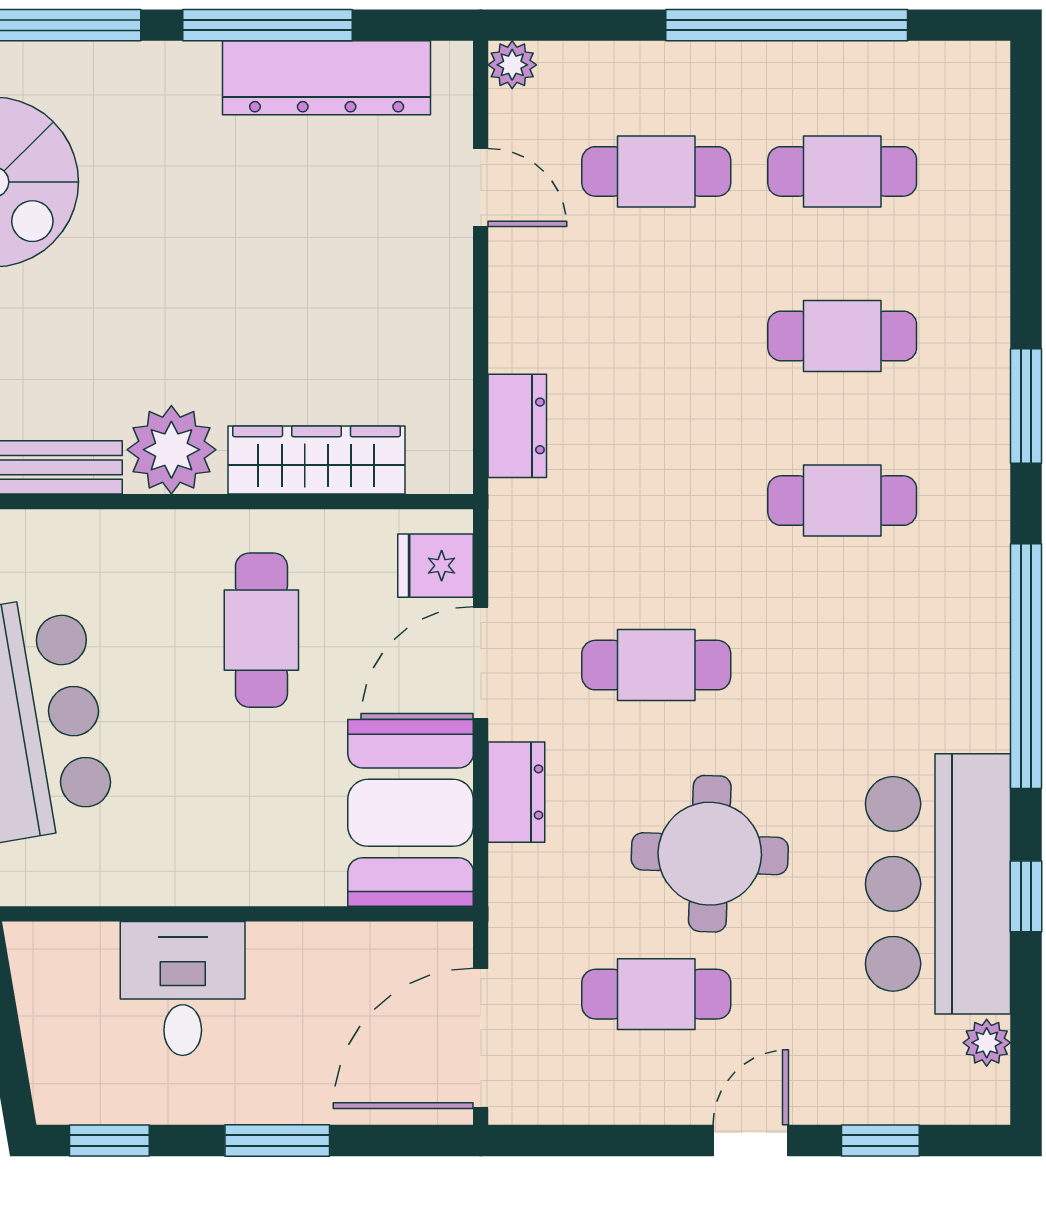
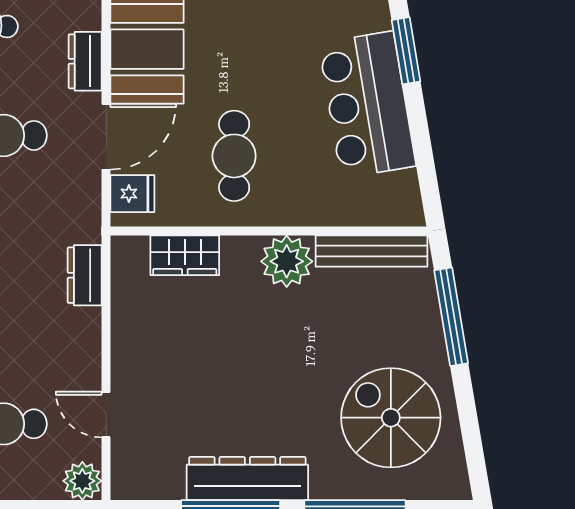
plant: (512, 65) -> (82, 481), width x1.38, depth x1.38
dresser: (327, 78) -> (247, 479), moved
wardrobe: (316, 460) -> (185, 255), width x0.67

